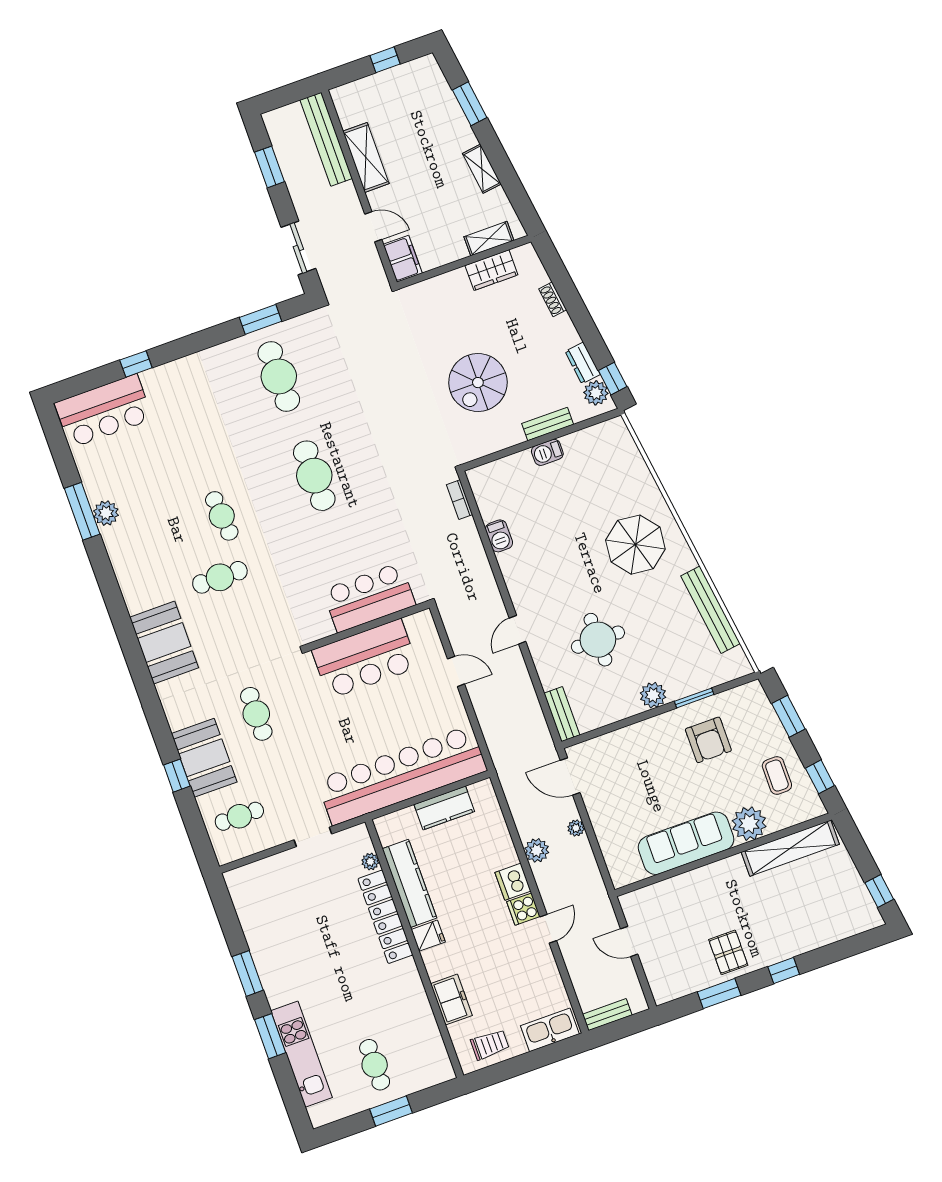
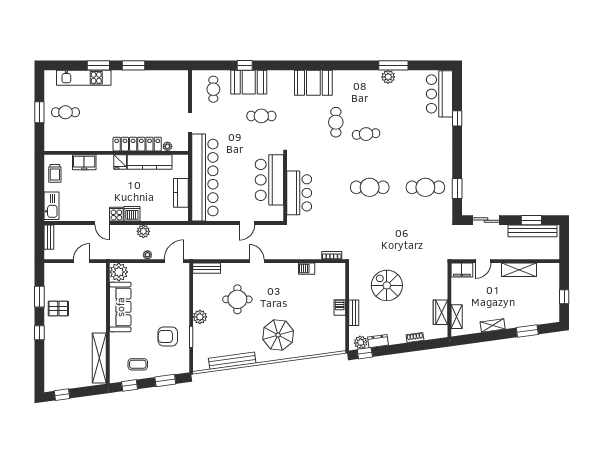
bench: (326, 139) -> (533, 231), moved
plant: (749, 824) -> (119, 272), moved

